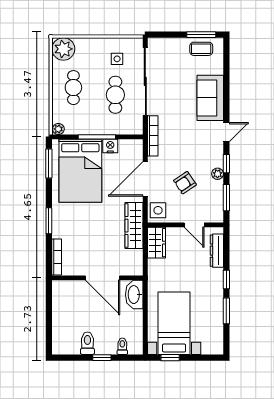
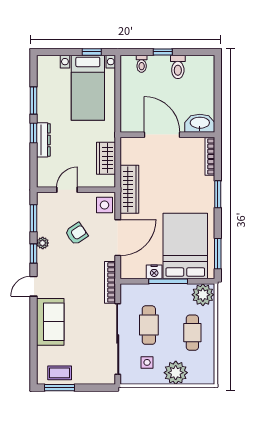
plant: (63, 49) -> (176, 373), moved
plant: (58, 129) -> (203, 295), width x1.88, depth x1.88
door: (194, 225) -> (67, 190), hinge flipped
wardrobe: (157, 243) -> (106, 158), moved
dresser: (217, 251) -> (43, 140), moved
washbasin: (134, 295) -> (200, 123), moved, turned -90

